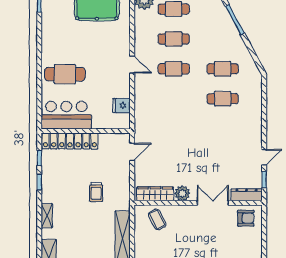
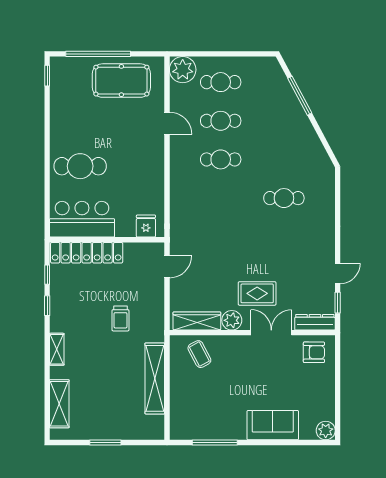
door: (132, 65) -> (167, 123), moved
cafe table: (223, 69) -> (284, 159), removed
fridge: (121, 106) -> (146, 226), moved, turned 90
rug: (202, 173) -> (257, 293), added

